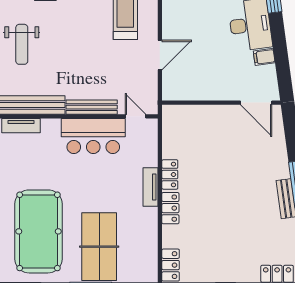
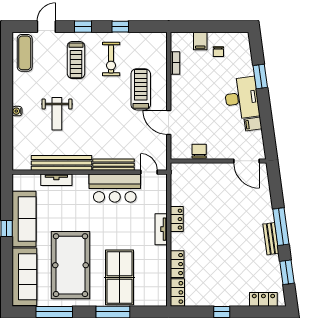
door: (160, 55) -> (169, 123), swing flipped
chair: (198, 90) -> (199, 151), added
locker: (170, 208) -> (177, 264), moved

